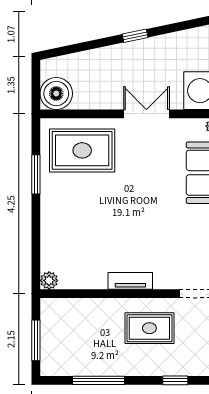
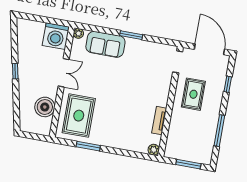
boiler: (56, 94) -> (45, 107), moved
double door: (146, 114) -> (64, 73), swing flipped
tv unit: (130, 281) -> (159, 121), moved

